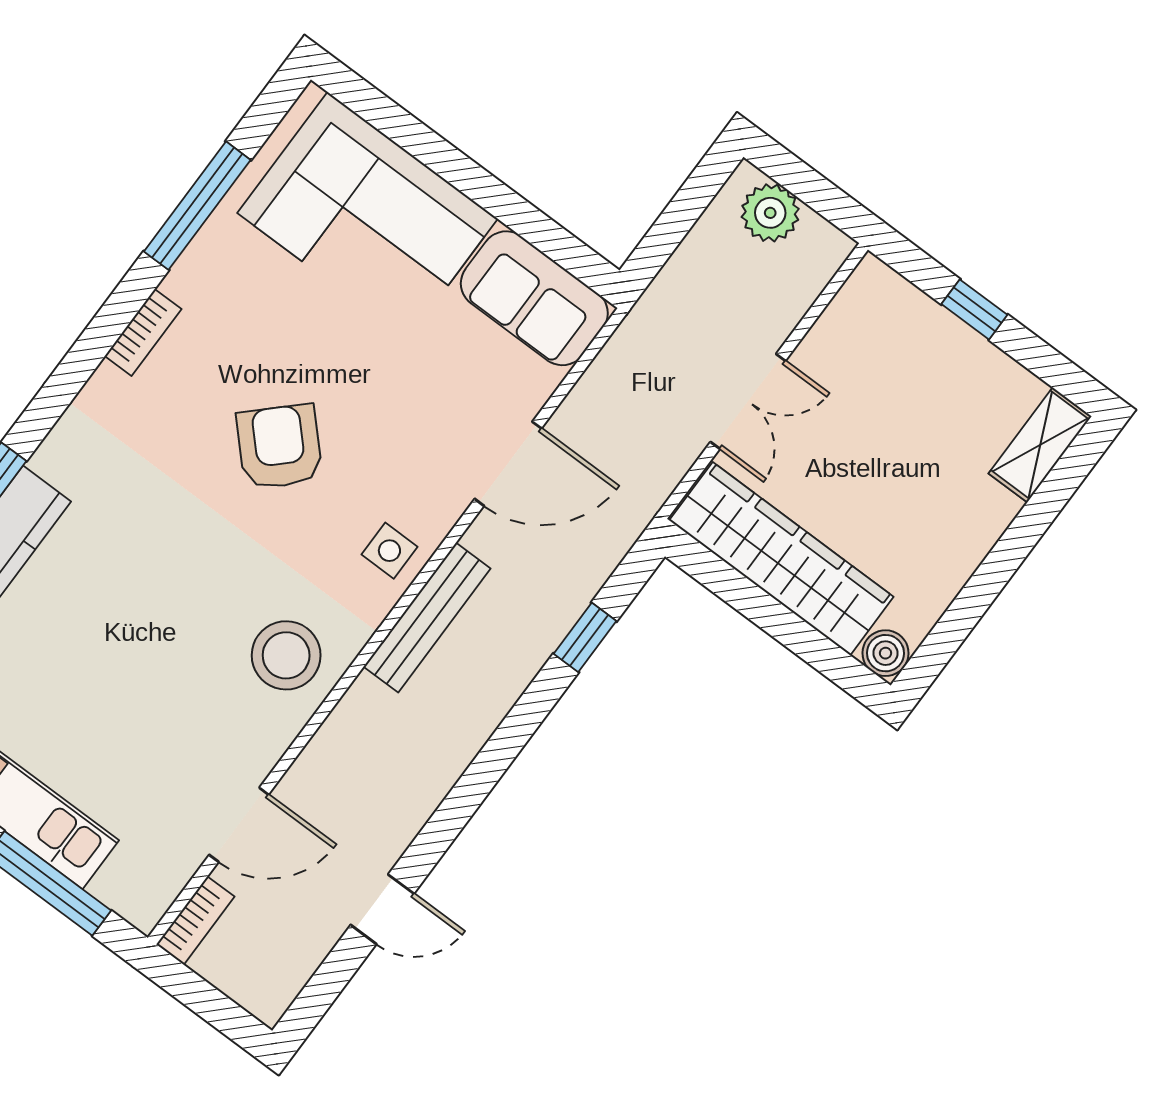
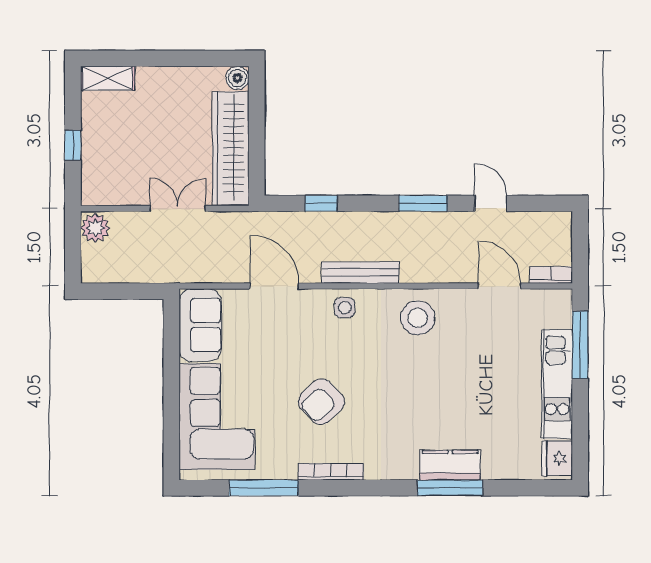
plant: (770, 213) -> (95, 228), moved
bookcase: (143, 332) -> (331, 472), width x1.56
armchair: (279, 447) -> (321, 402), moved
window: (463, 801) -> (423, 203), added

